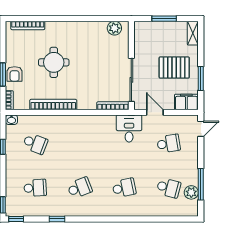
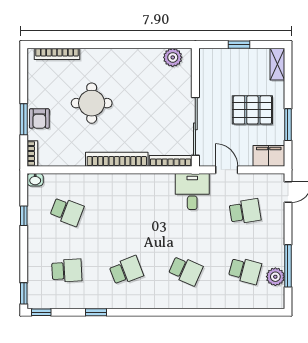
window: (164, 19) -> (239, 45), width x0.67
bookcase: (53, 104) -> (117, 159), moved
school desk: (124, 188) -> (186, 271), turned 36

